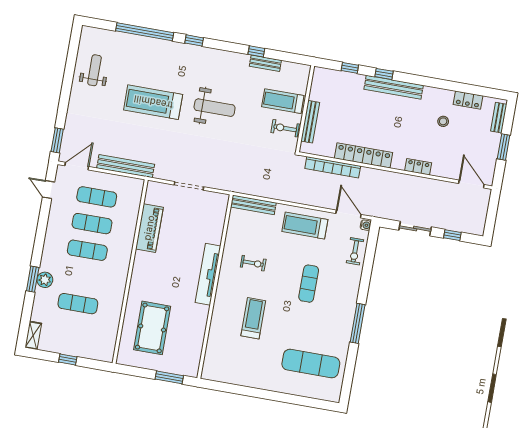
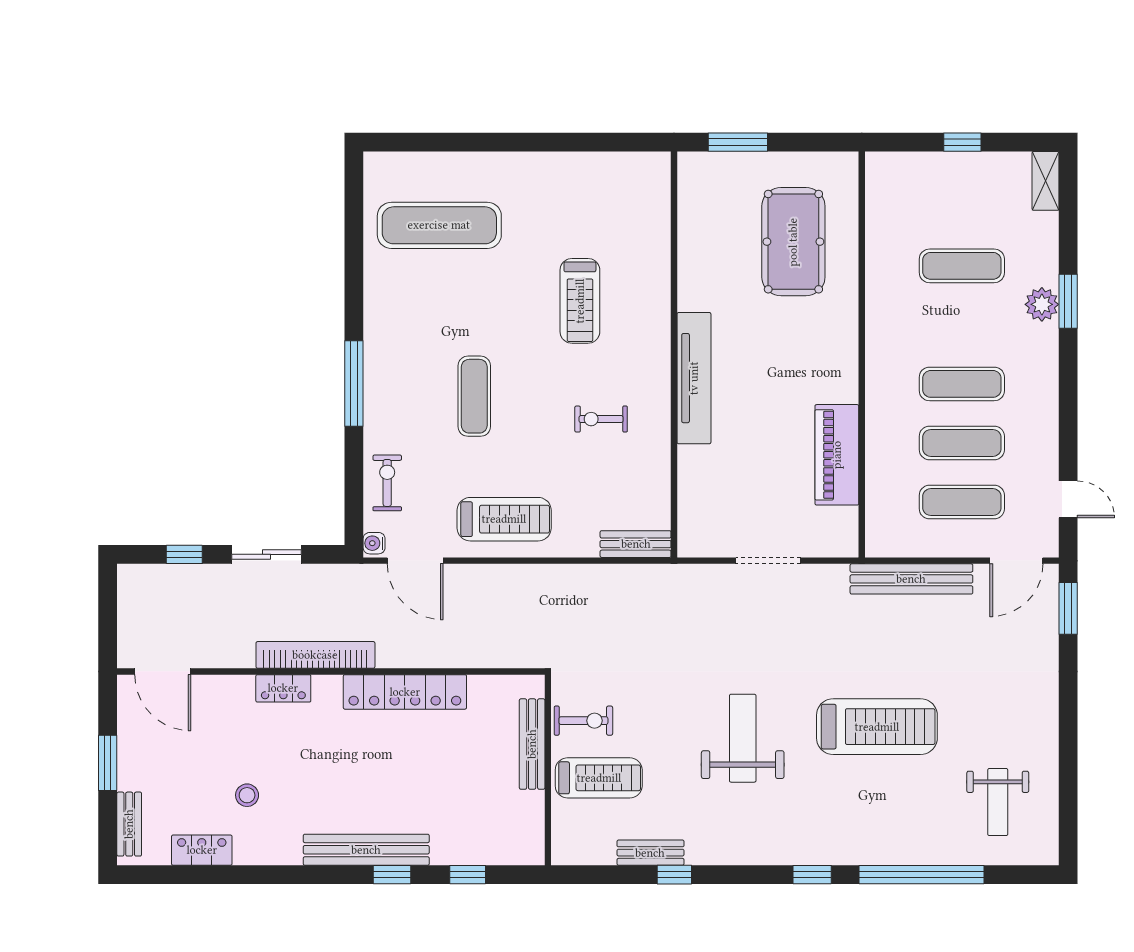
weight bench: (94, 70) -> (998, 802), moved
weight bench: (215, 108) -> (743, 738), turned 90
bookcase: (333, 167) -> (315, 655), moved
bench: (253, 205) -> (636, 544), width x0.73
window: (358, 323) -> (354, 383), moved

